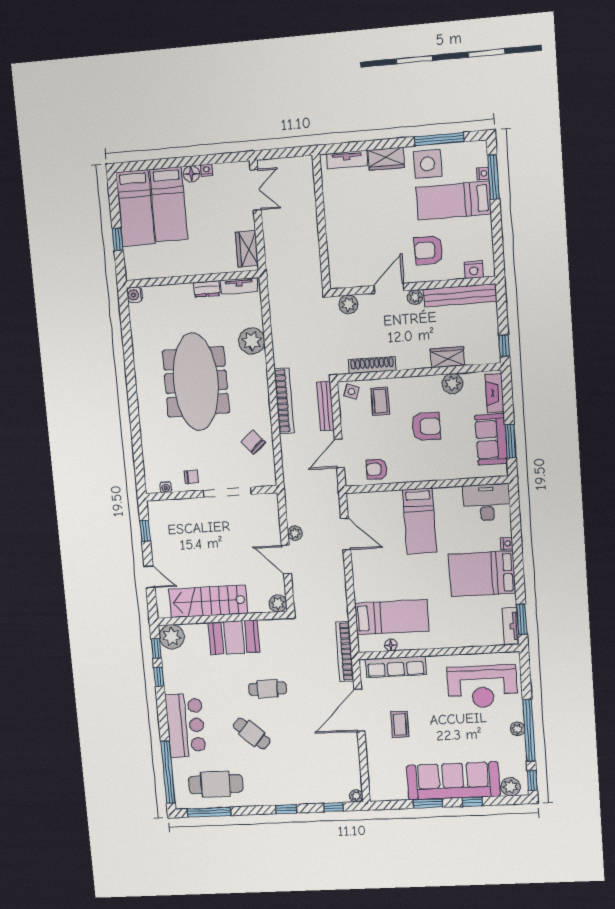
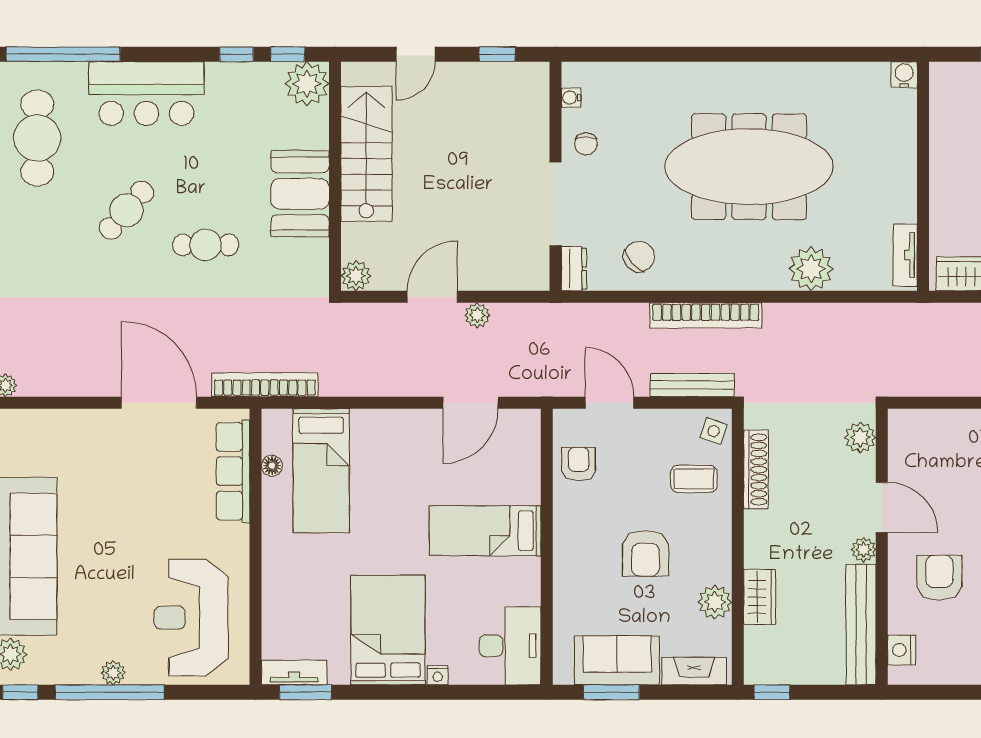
dresser: (207, 289) -> (574, 269), moved, turned 180
cafe table: (268, 689) -> (206, 245), turned 90
coffee table: (400, 724) -> (131, 471), removed

